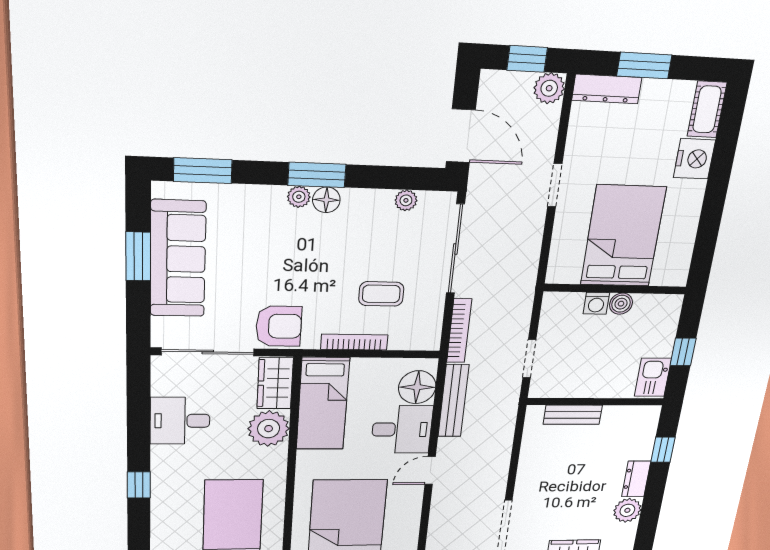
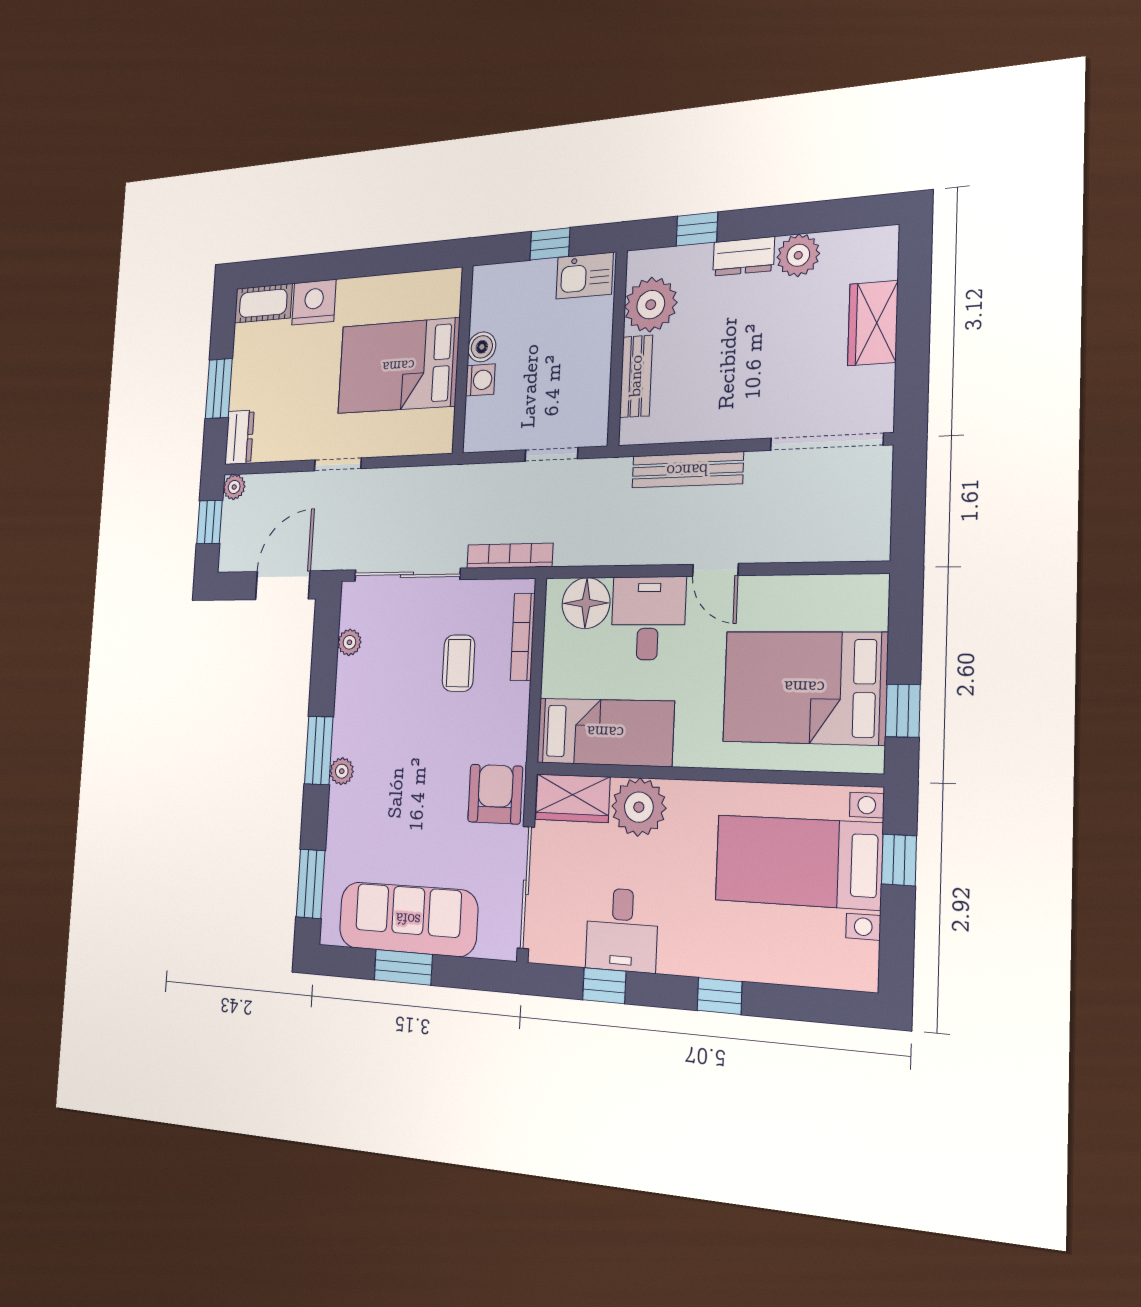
plant: (549, 88) -> (234, 487), width x0.73, depth x0.73
dresser: (607, 89) -> (239, 437), width x0.70
floor lamp: (326, 200) -> (346, 738), removed
bookcase: (354, 342) -> (523, 637), moved
bench: (453, 401) -> (687, 470), moved
window: (139, 410) -> (604, 986), added
plant: (620, 422) -> (651, 305), added

